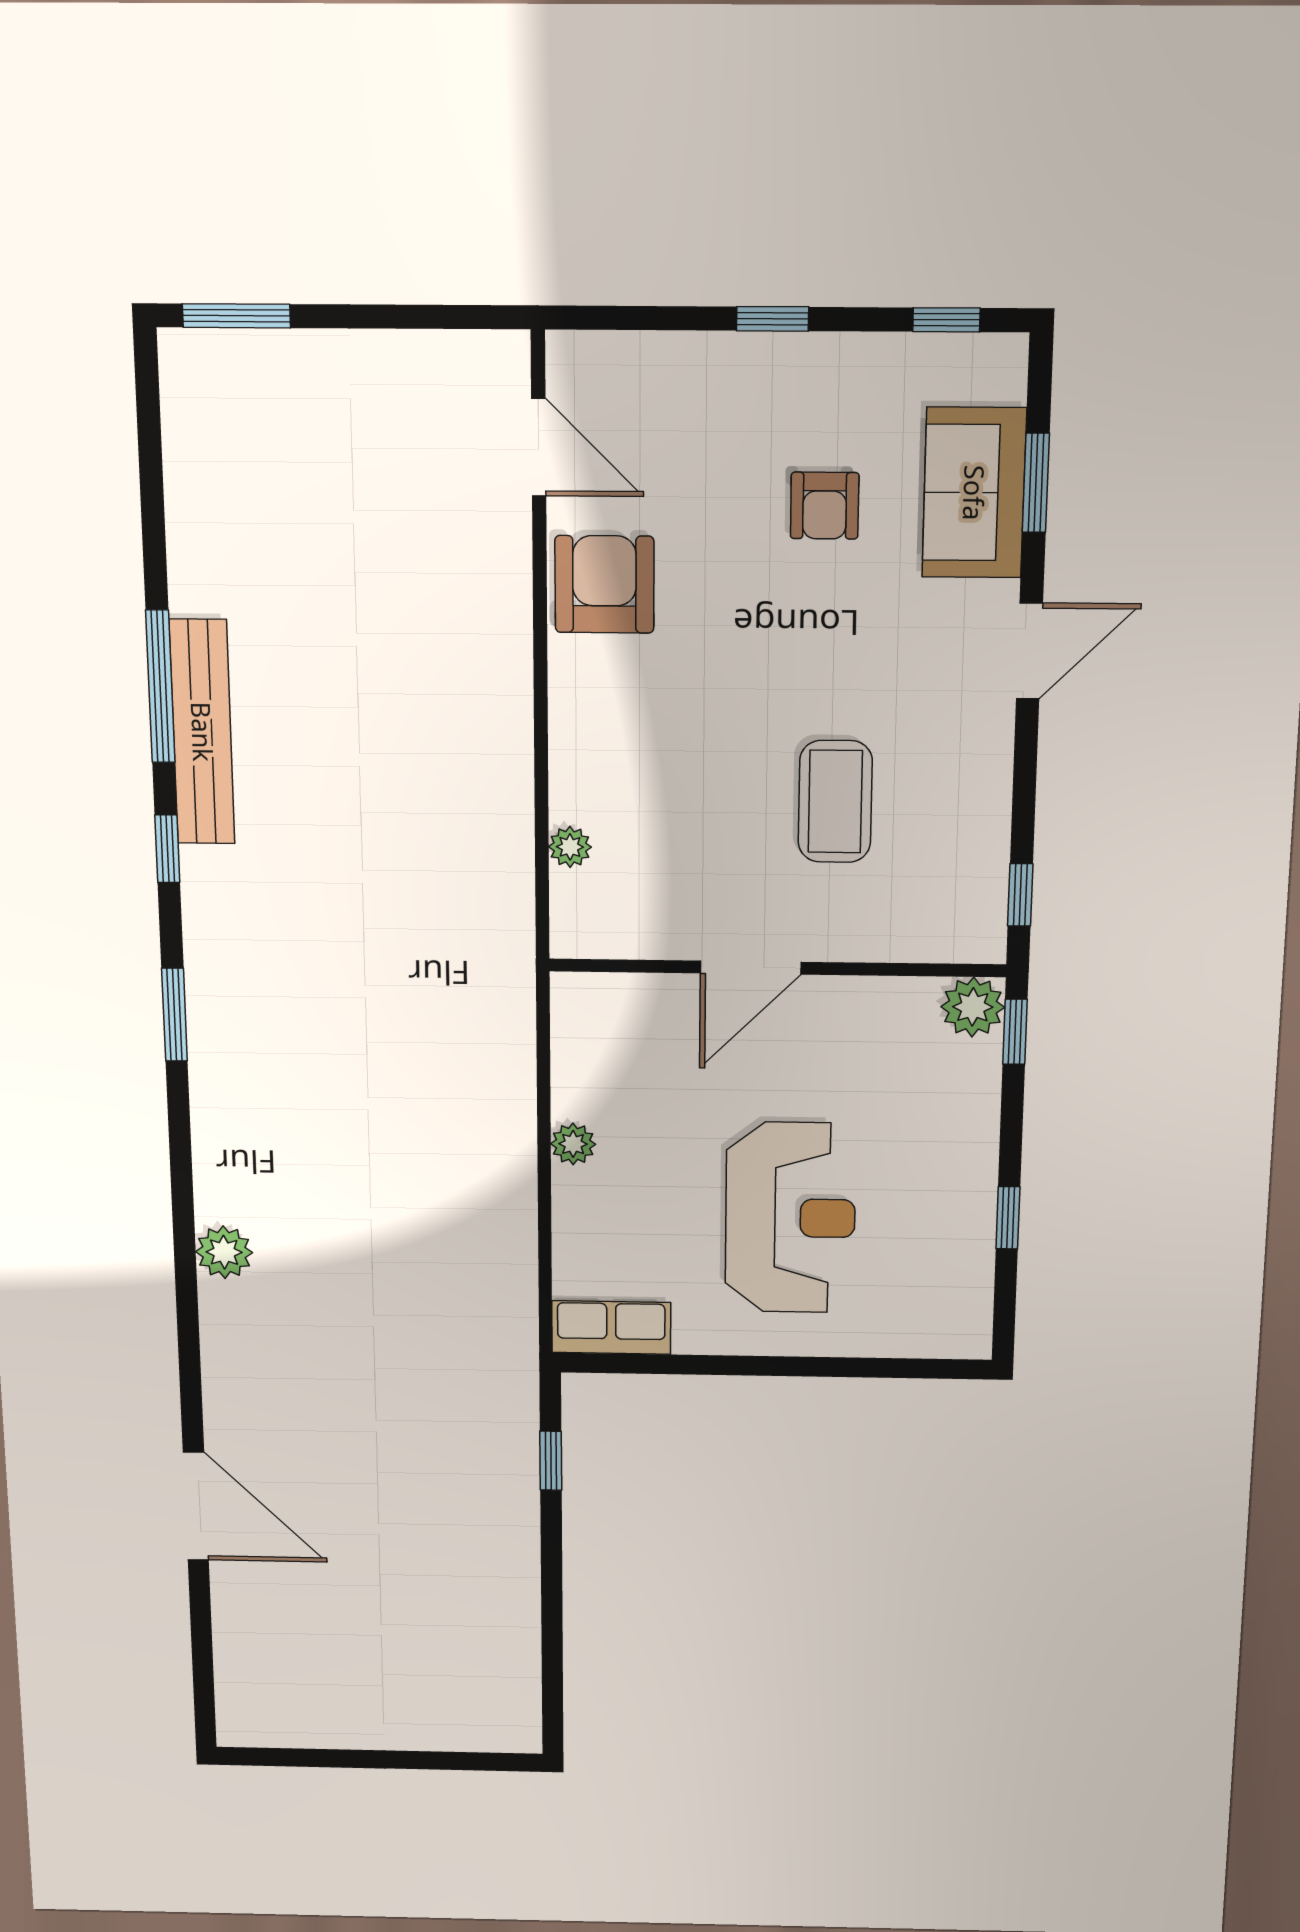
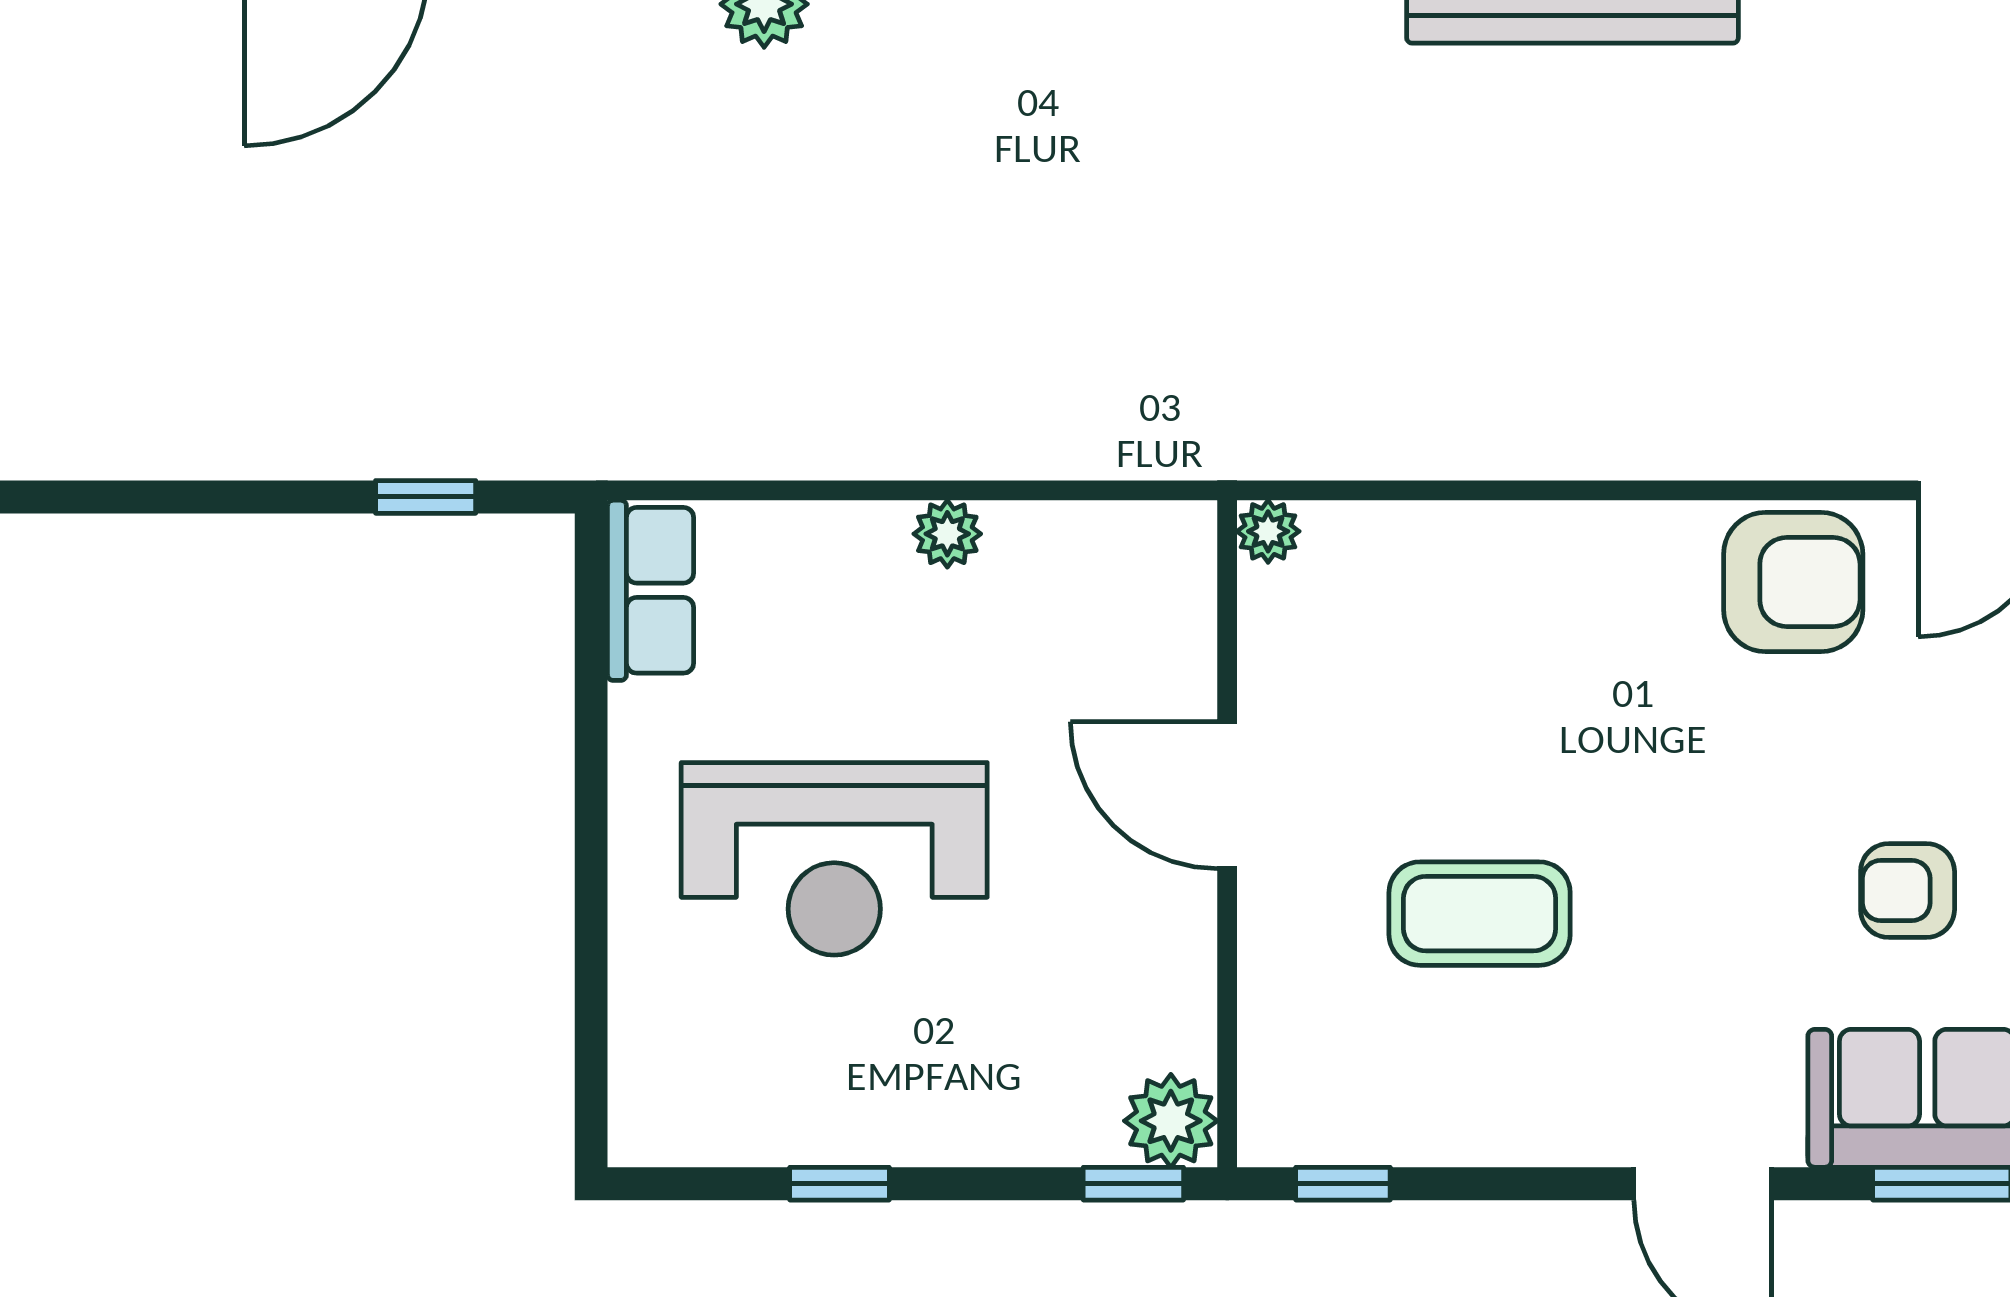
plant: (570, 847) -> (1268, 531), moved

